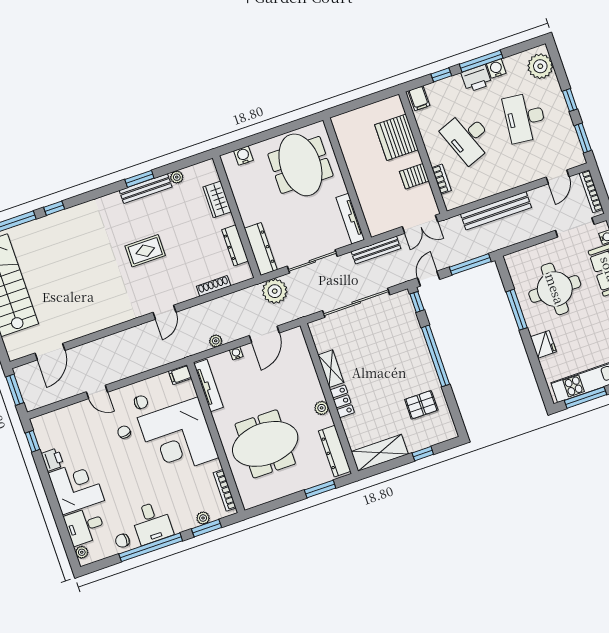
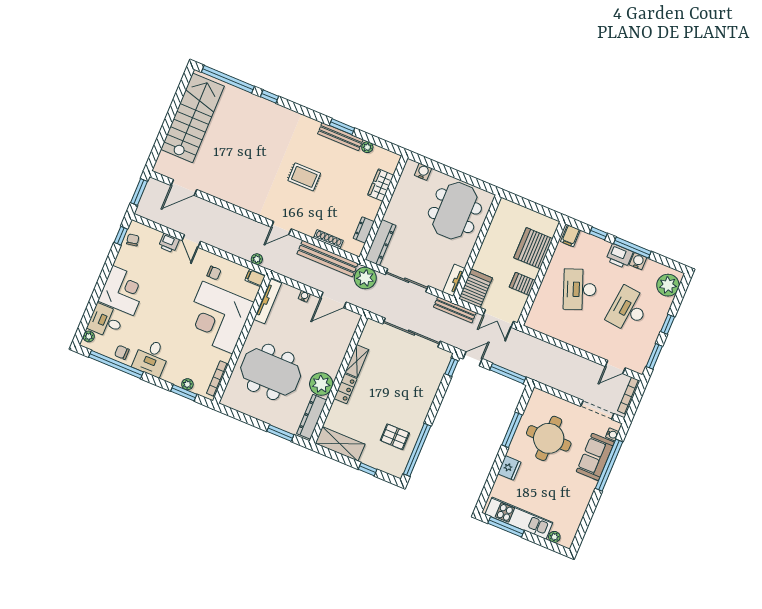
bookcase: (441, 179) -> (538, 301), removed
bench: (496, 211) -> (327, 259), moved
server rack: (377, 216) -> (476, 288), added
tv unit: (350, 219) -> (454, 280), width x0.71
dresser: (235, 245) -> (364, 230), width x0.70
plant: (216, 341) -> (257, 259), moved
window: (436, 356) -> (417, 450), moved
plant: (322, 408) -> (321, 384), width x1.88, depth x1.88
chair: (124, 432) -> (133, 240), moved
printer: (53, 460) -> (169, 243), moved, turned 90
window: (151, 547) -> (116, 365), moved

